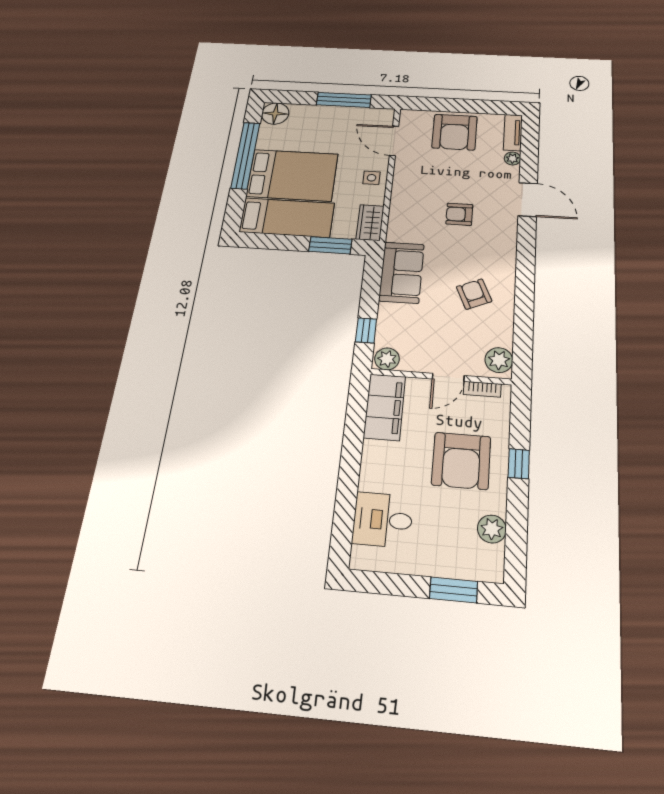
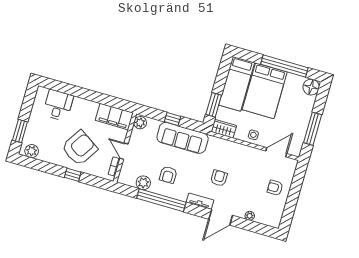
armchair: (455, 132) -> (275, 188), width x0.53, depth x0.53
tv unit: (513, 132) -> (200, 201), moved
sofa: (402, 272) -> (183, 138), width x1.36
armchair: (474, 294) -> (168, 175), turned 114
window: (524, 297) -> (161, 200), added
window: (366, 330) -> (173, 119), moved
plant: (499, 360) -> (143, 183), moved
armchair: (461, 461) -> (79, 148), turned 123
plant: (492, 529) -> (32, 151), moved

